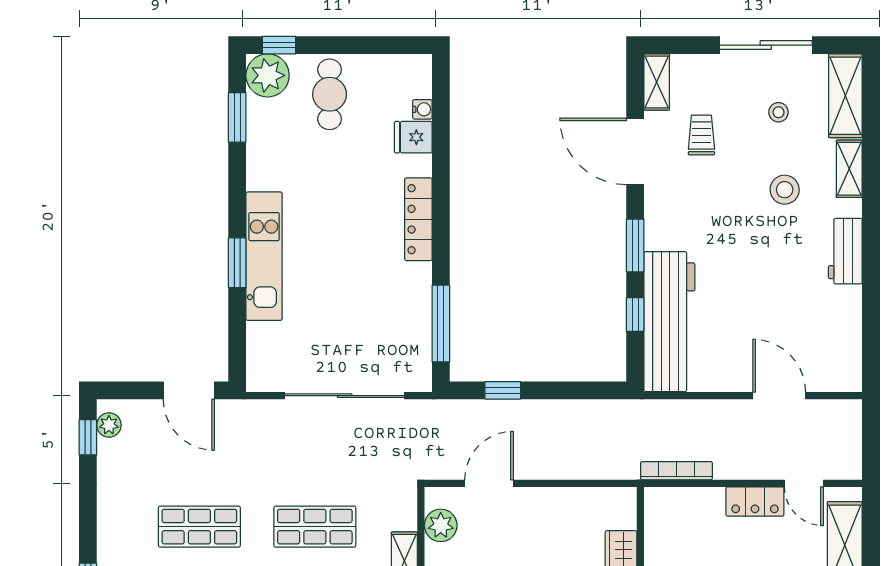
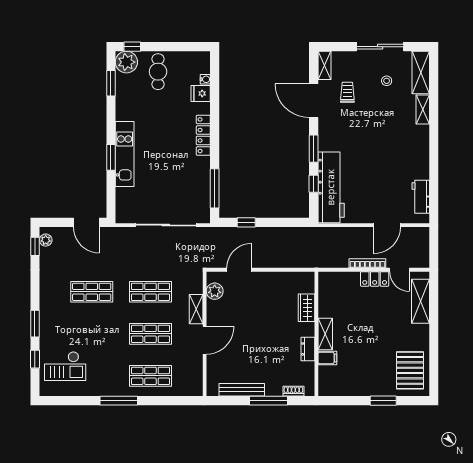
stool: (785, 190) -> (390, 120), removed
workbench: (845, 251) -> (421, 197), moved
door: (779, 396) -> (387, 225), swing flipped
bookcase: (676, 471) -> (367, 263), moved

